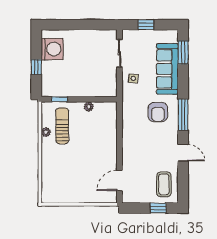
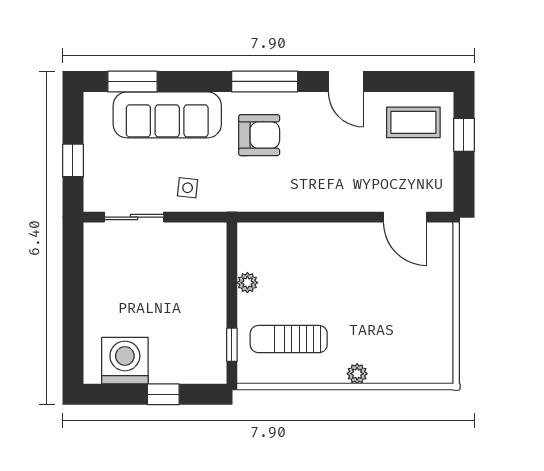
plant: (46, 132) -> (357, 374), moved
door: (183, 153) -> (346, 81), swing flipped

